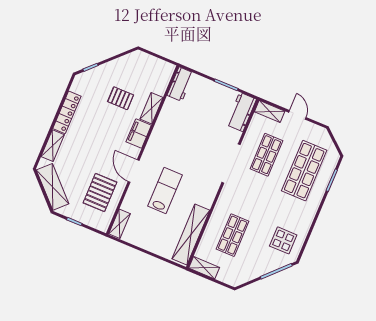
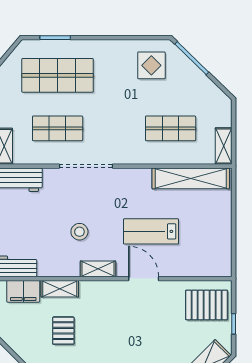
filing cabinet: (139, 134) -> (23, 291), moved
stool: (186, 139) -> (79, 232), added
door: (134, 171) -> (144, 279), swing flipped
pallet: (100, 193) -> (207, 305), moved
shelving: (120, 224) -> (98, 269), moved

